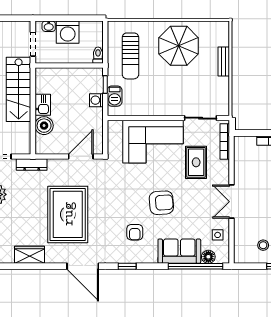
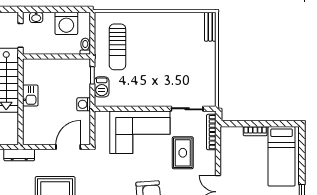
washing machine: (68, 32) -> (66, 23), moved
parasol: (179, 46) -> (165, 37), removed
bench: (224, 62) -> (210, 27), moved
washing machine: (96, 100) -> (84, 104), moved
boiler: (44, 126) -> (32, 116), removed

